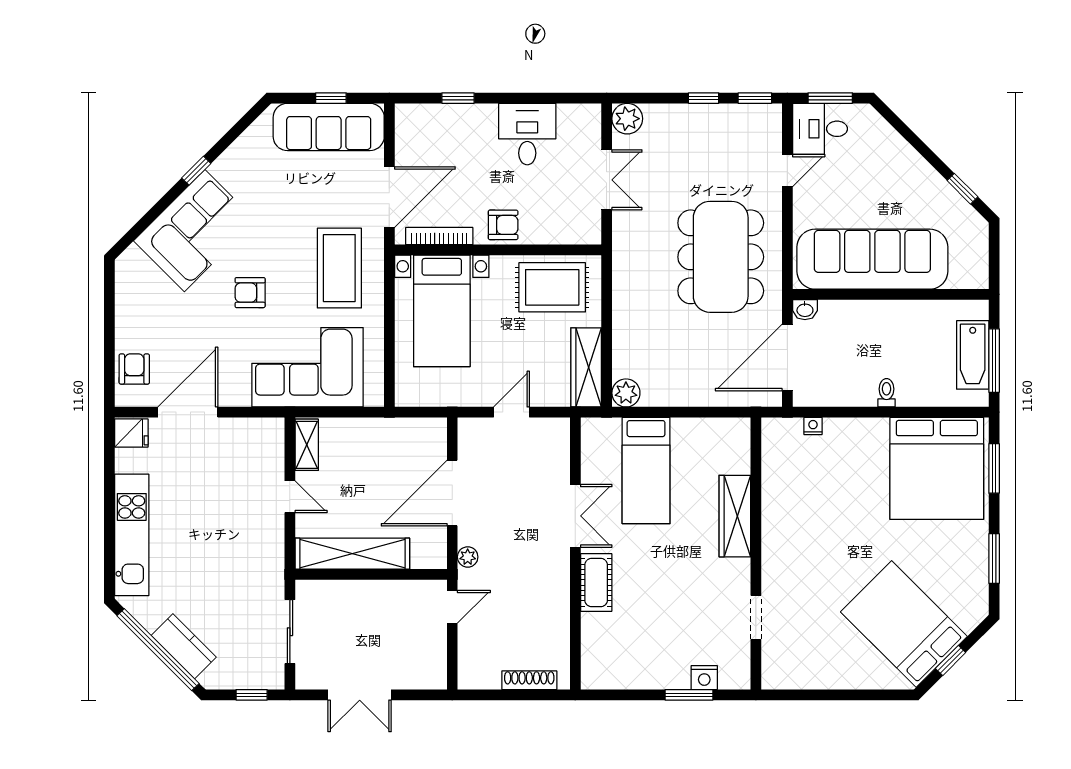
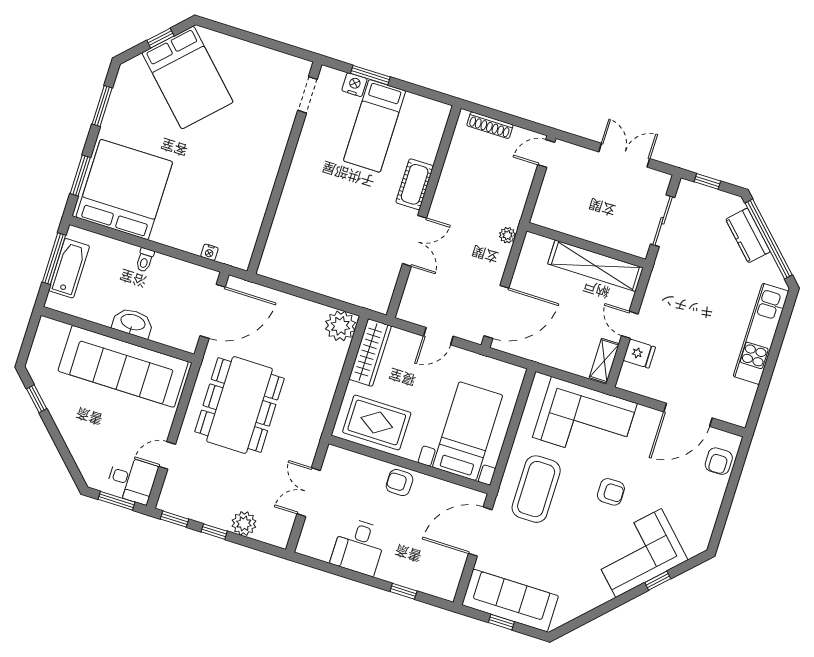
plant: (627, 119) -> (244, 524), moved
window: (196, 171) -> (658, 581), moved
bookcase: (439, 236) -> (451, 489), removed
washbasin: (805, 310) -> (133, 323), moved, width x1.91, depth x1.45
plant: (626, 393) -> (340, 326), width x1.36, depth x1.36
fridge: (131, 433) -> (639, 354), moved, turned 180
bed: (646, 471) -> (375, 126), moved, turned 180
door: (452, 493) -> (496, 312), moved
double door: (575, 516) -> (415, 241), swing flipped
wardrobe: (735, 516) -> (292, 202), removed
door: (452, 607) -> (546, 153), moved
doorway: (756, 617) -> (308, 95), moved

